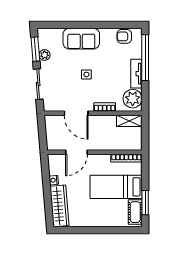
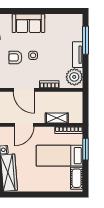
armchair: (124, 36) -> (15, 57), moved
window: (145, 58) -> (86, 40), width x0.68
shelving: (129, 121) -> (57, 118), moved
window: (145, 203) -> (86, 149), moved

